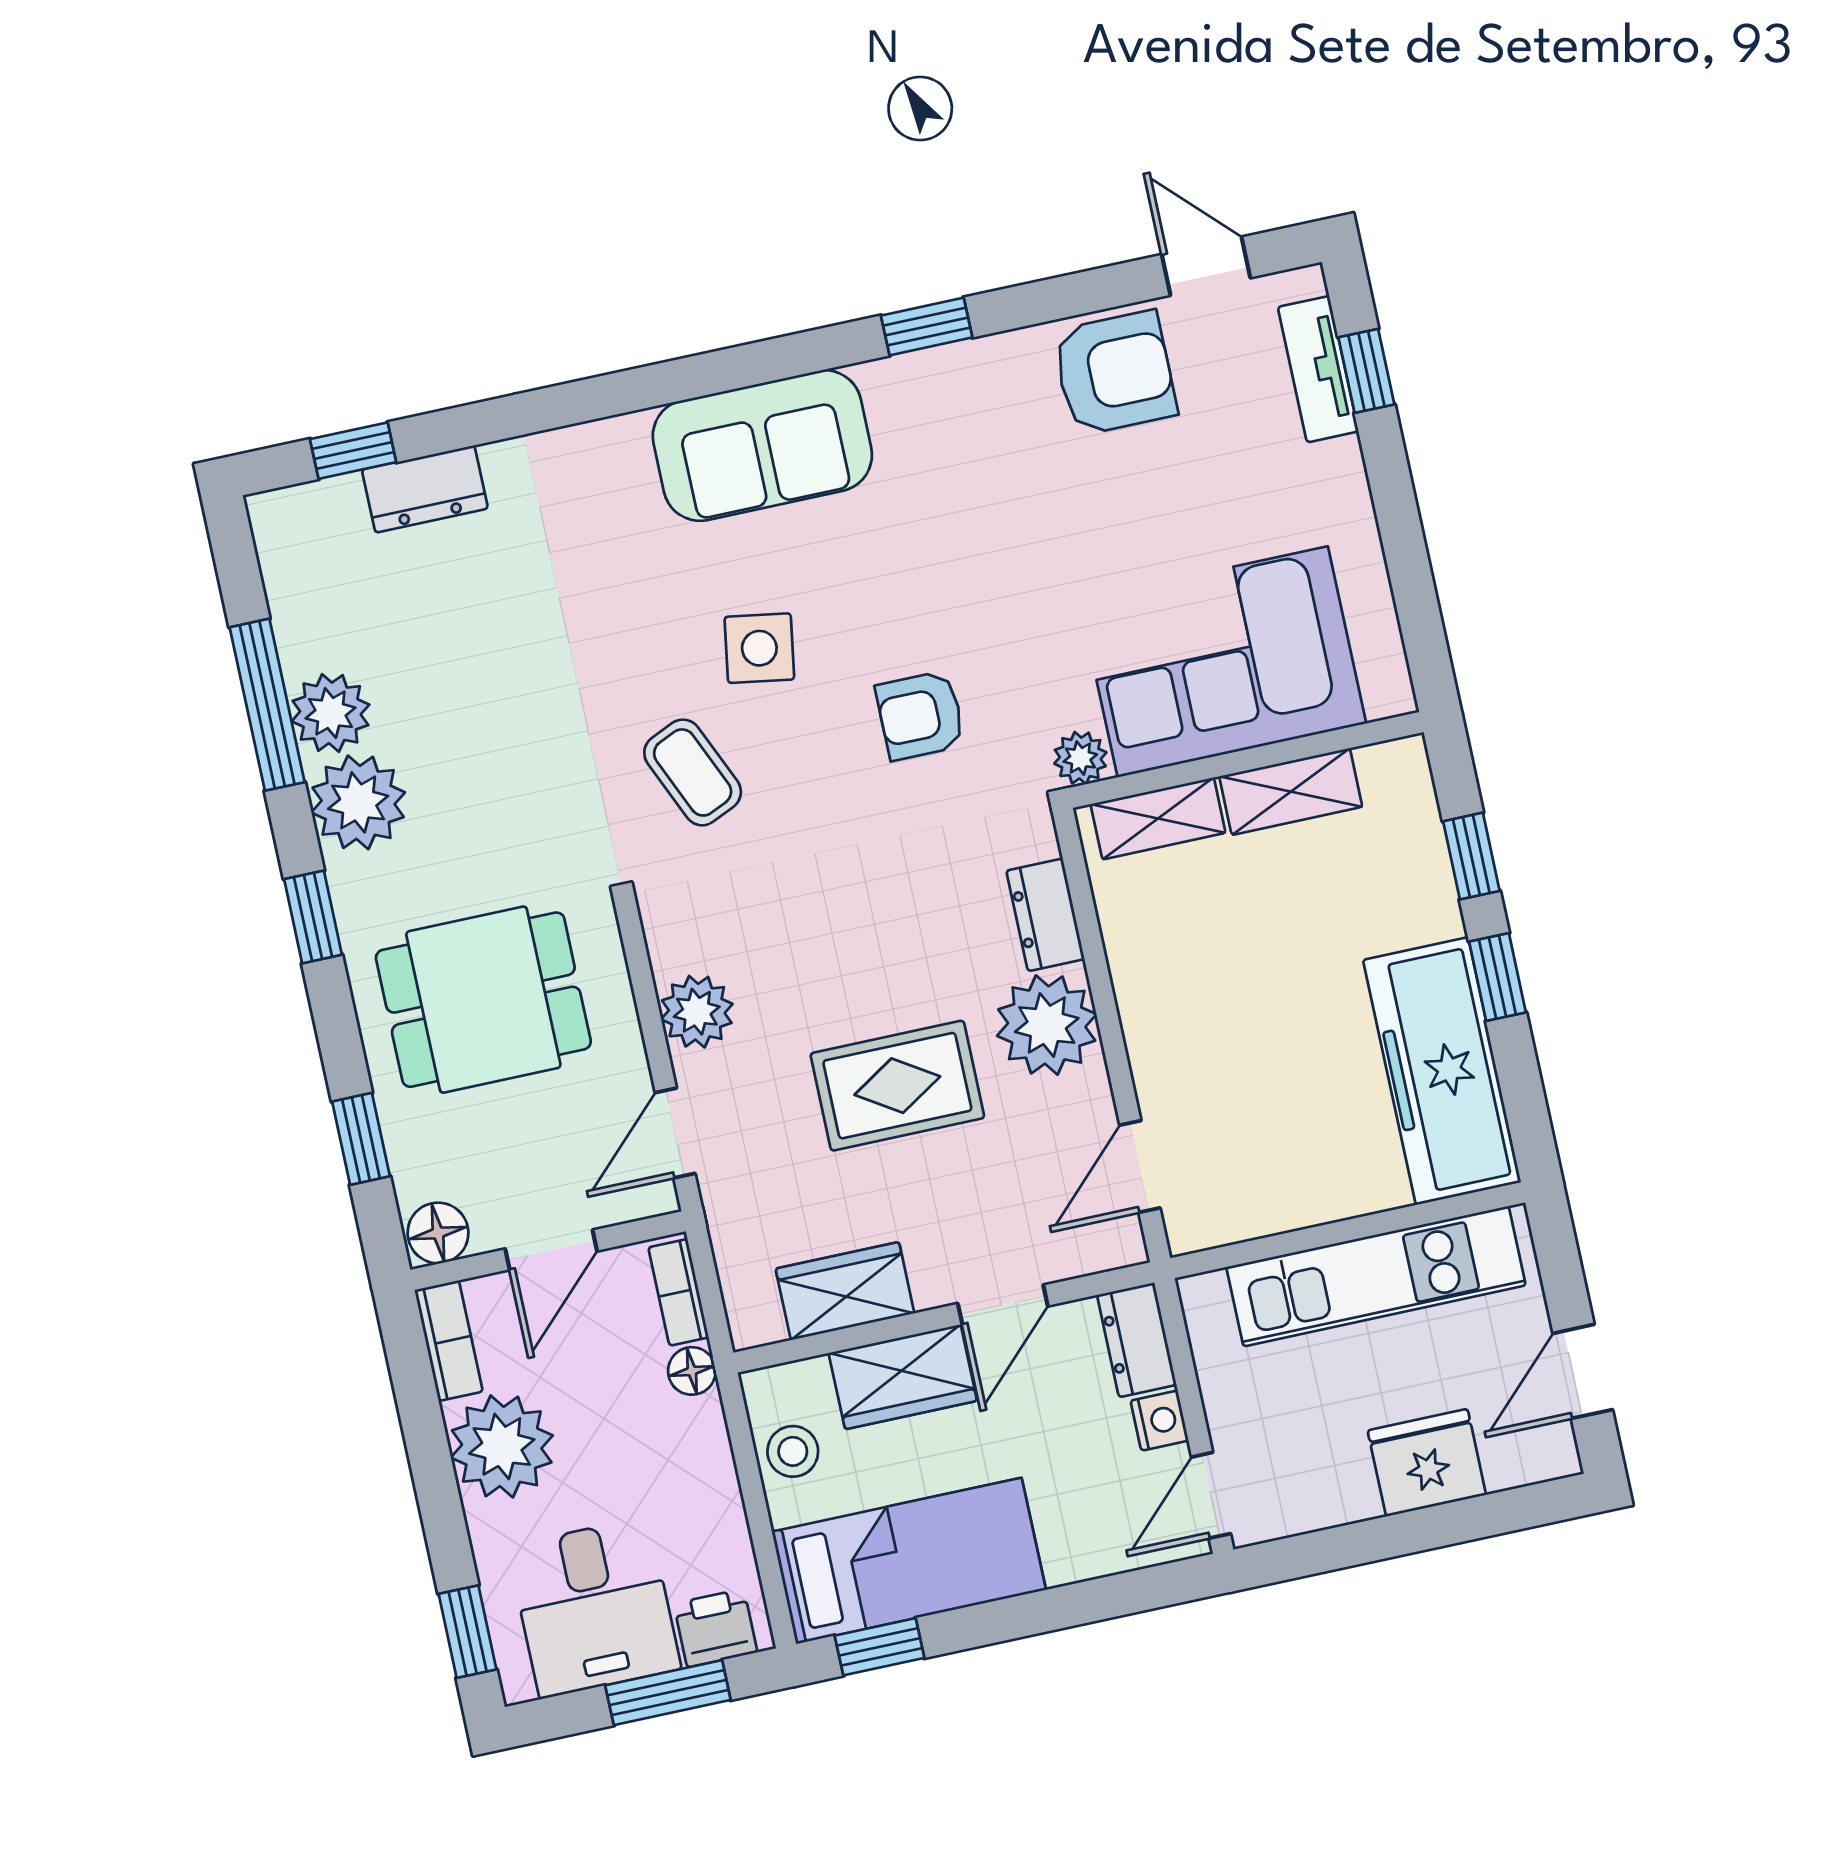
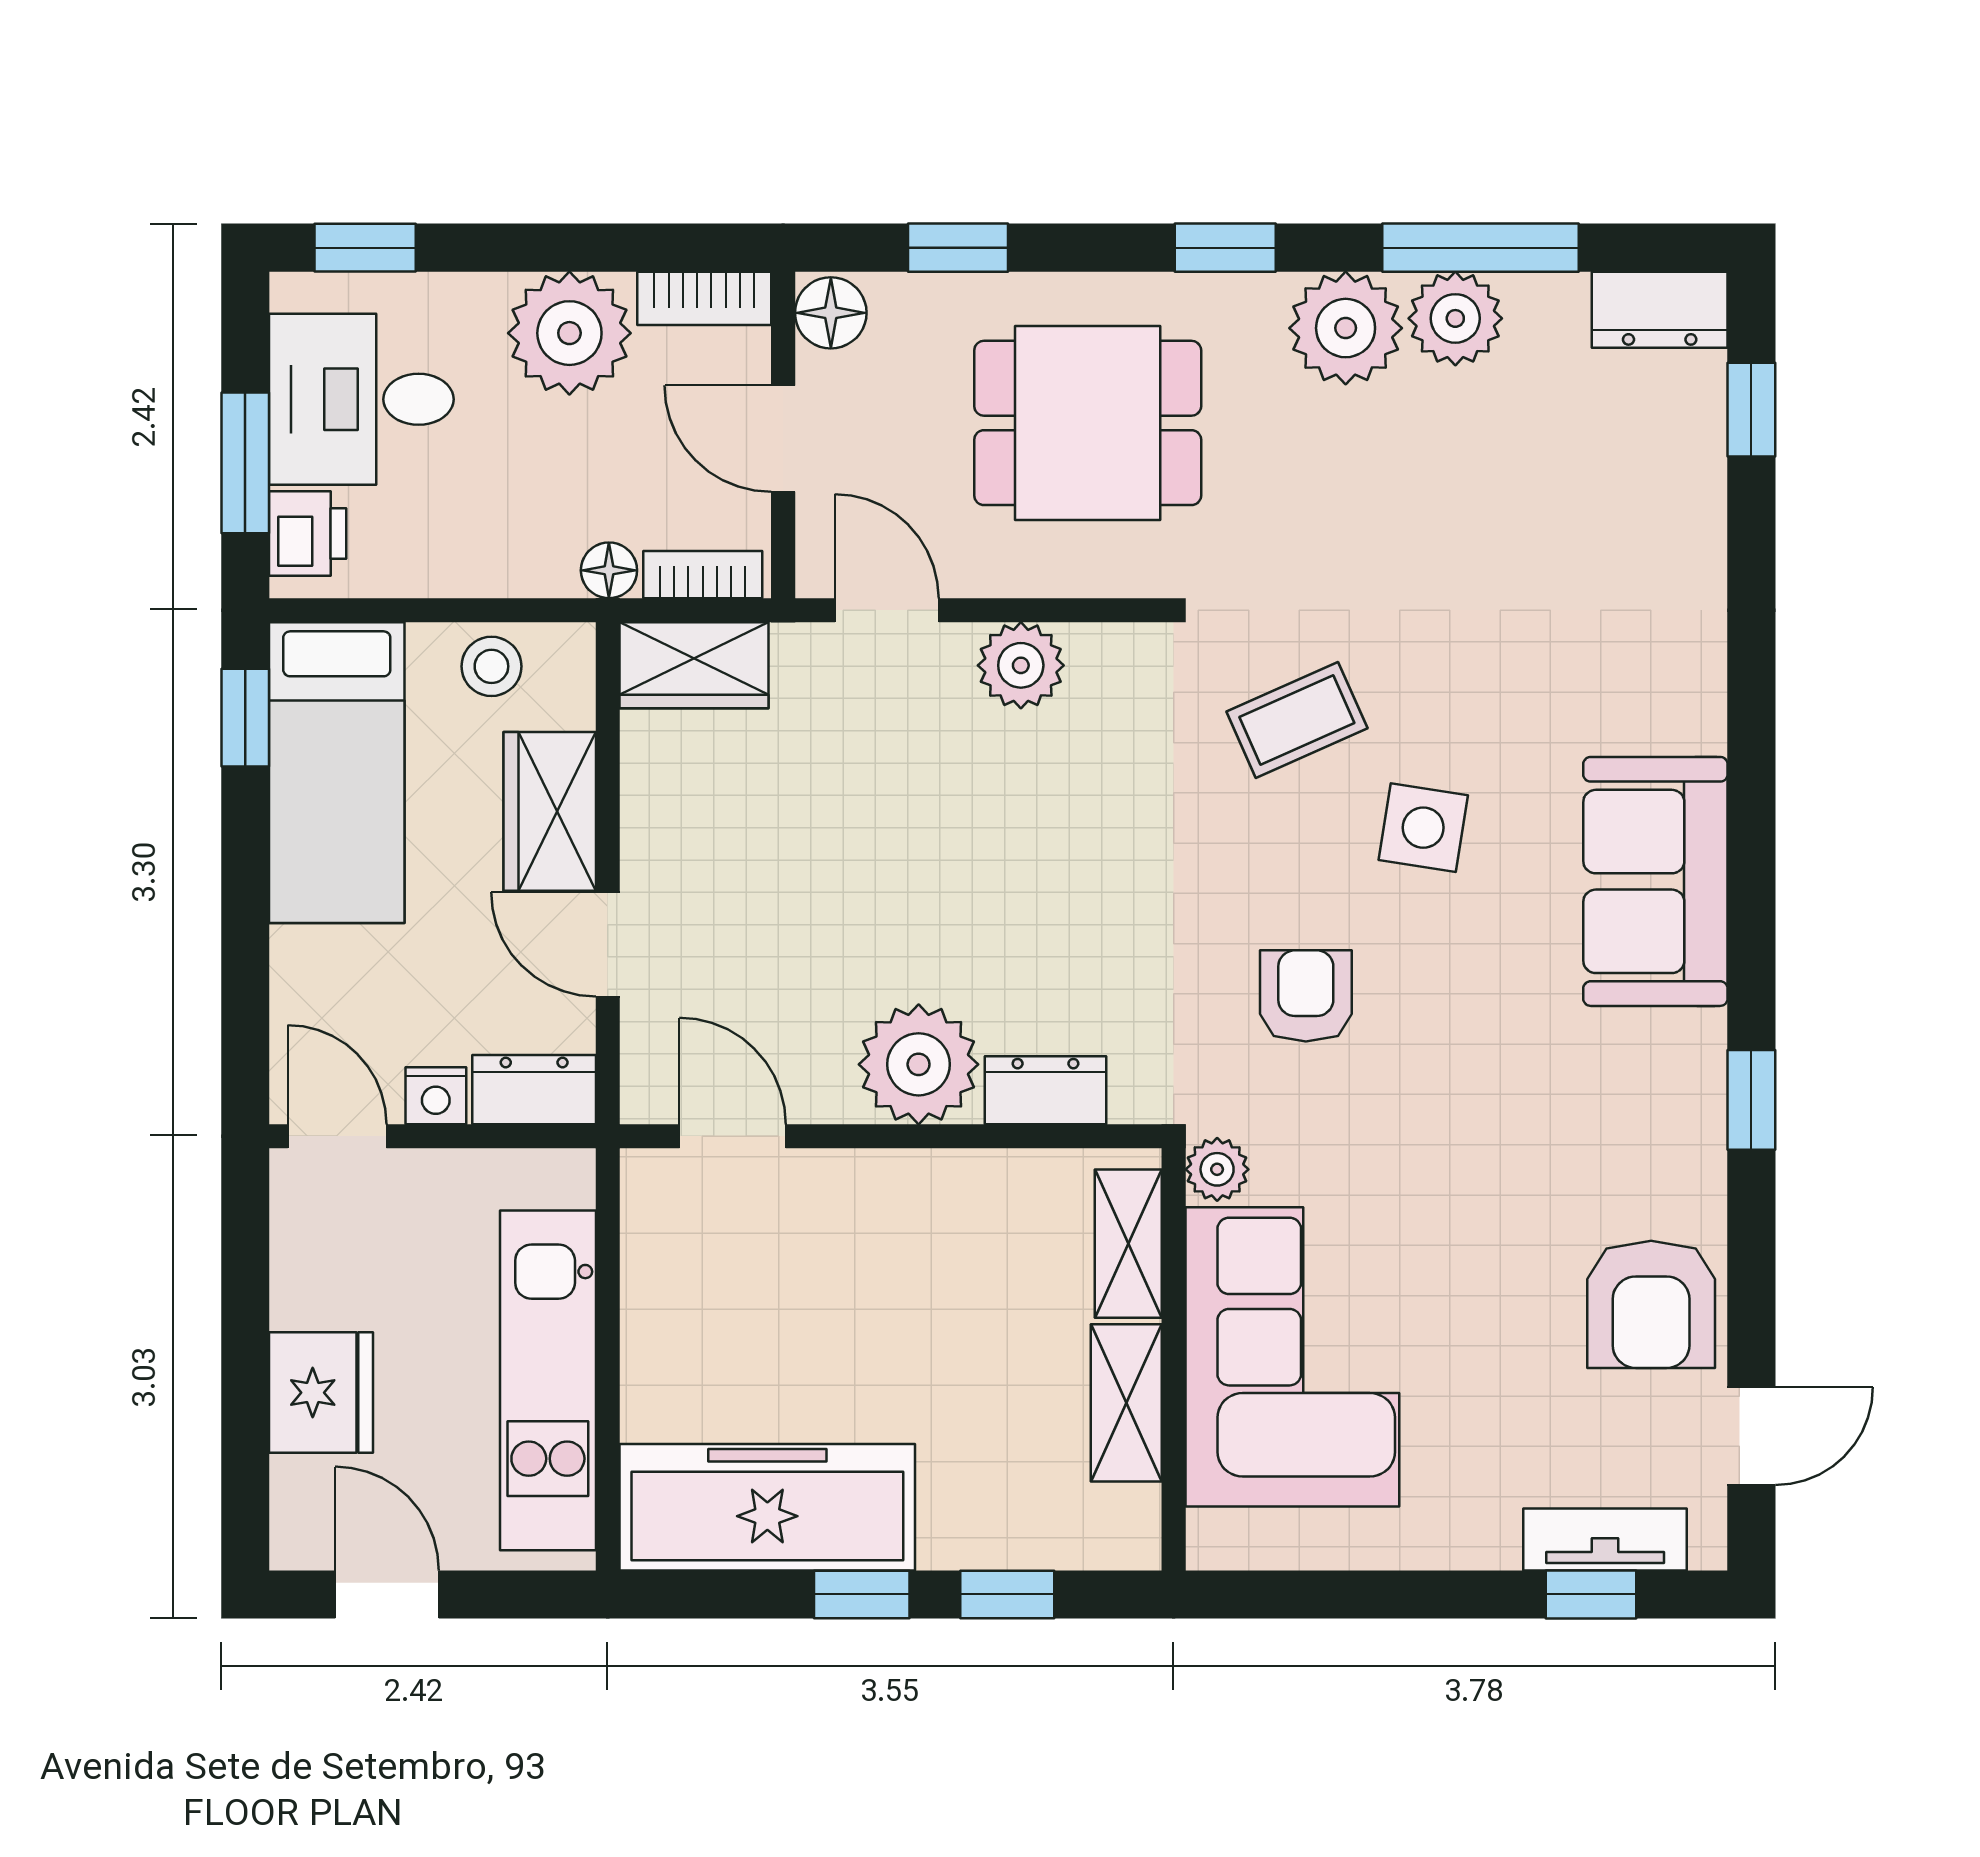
dresser: (425, 489) -> (1660, 310), moved, turned -90
dining table: (483, 1000) -> (1088, 423), turned 90
rug: (897, 1086) -> (886, 877), removed
wardrobe: (845, 1291) -> (694, 665), moved, turned 90

